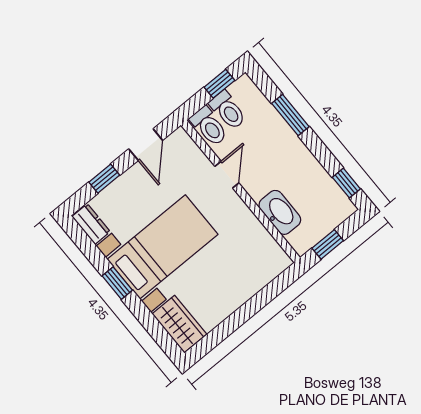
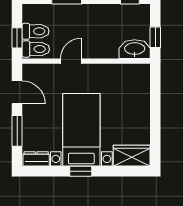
window: (219, 84) -> (17, 38), moved
door: (227, 175) -> (71, 61), hinge flipped
window: (104, 179) -> (17, 131), width x1.50
washbasin: (280, 212) -> (135, 49), moved

